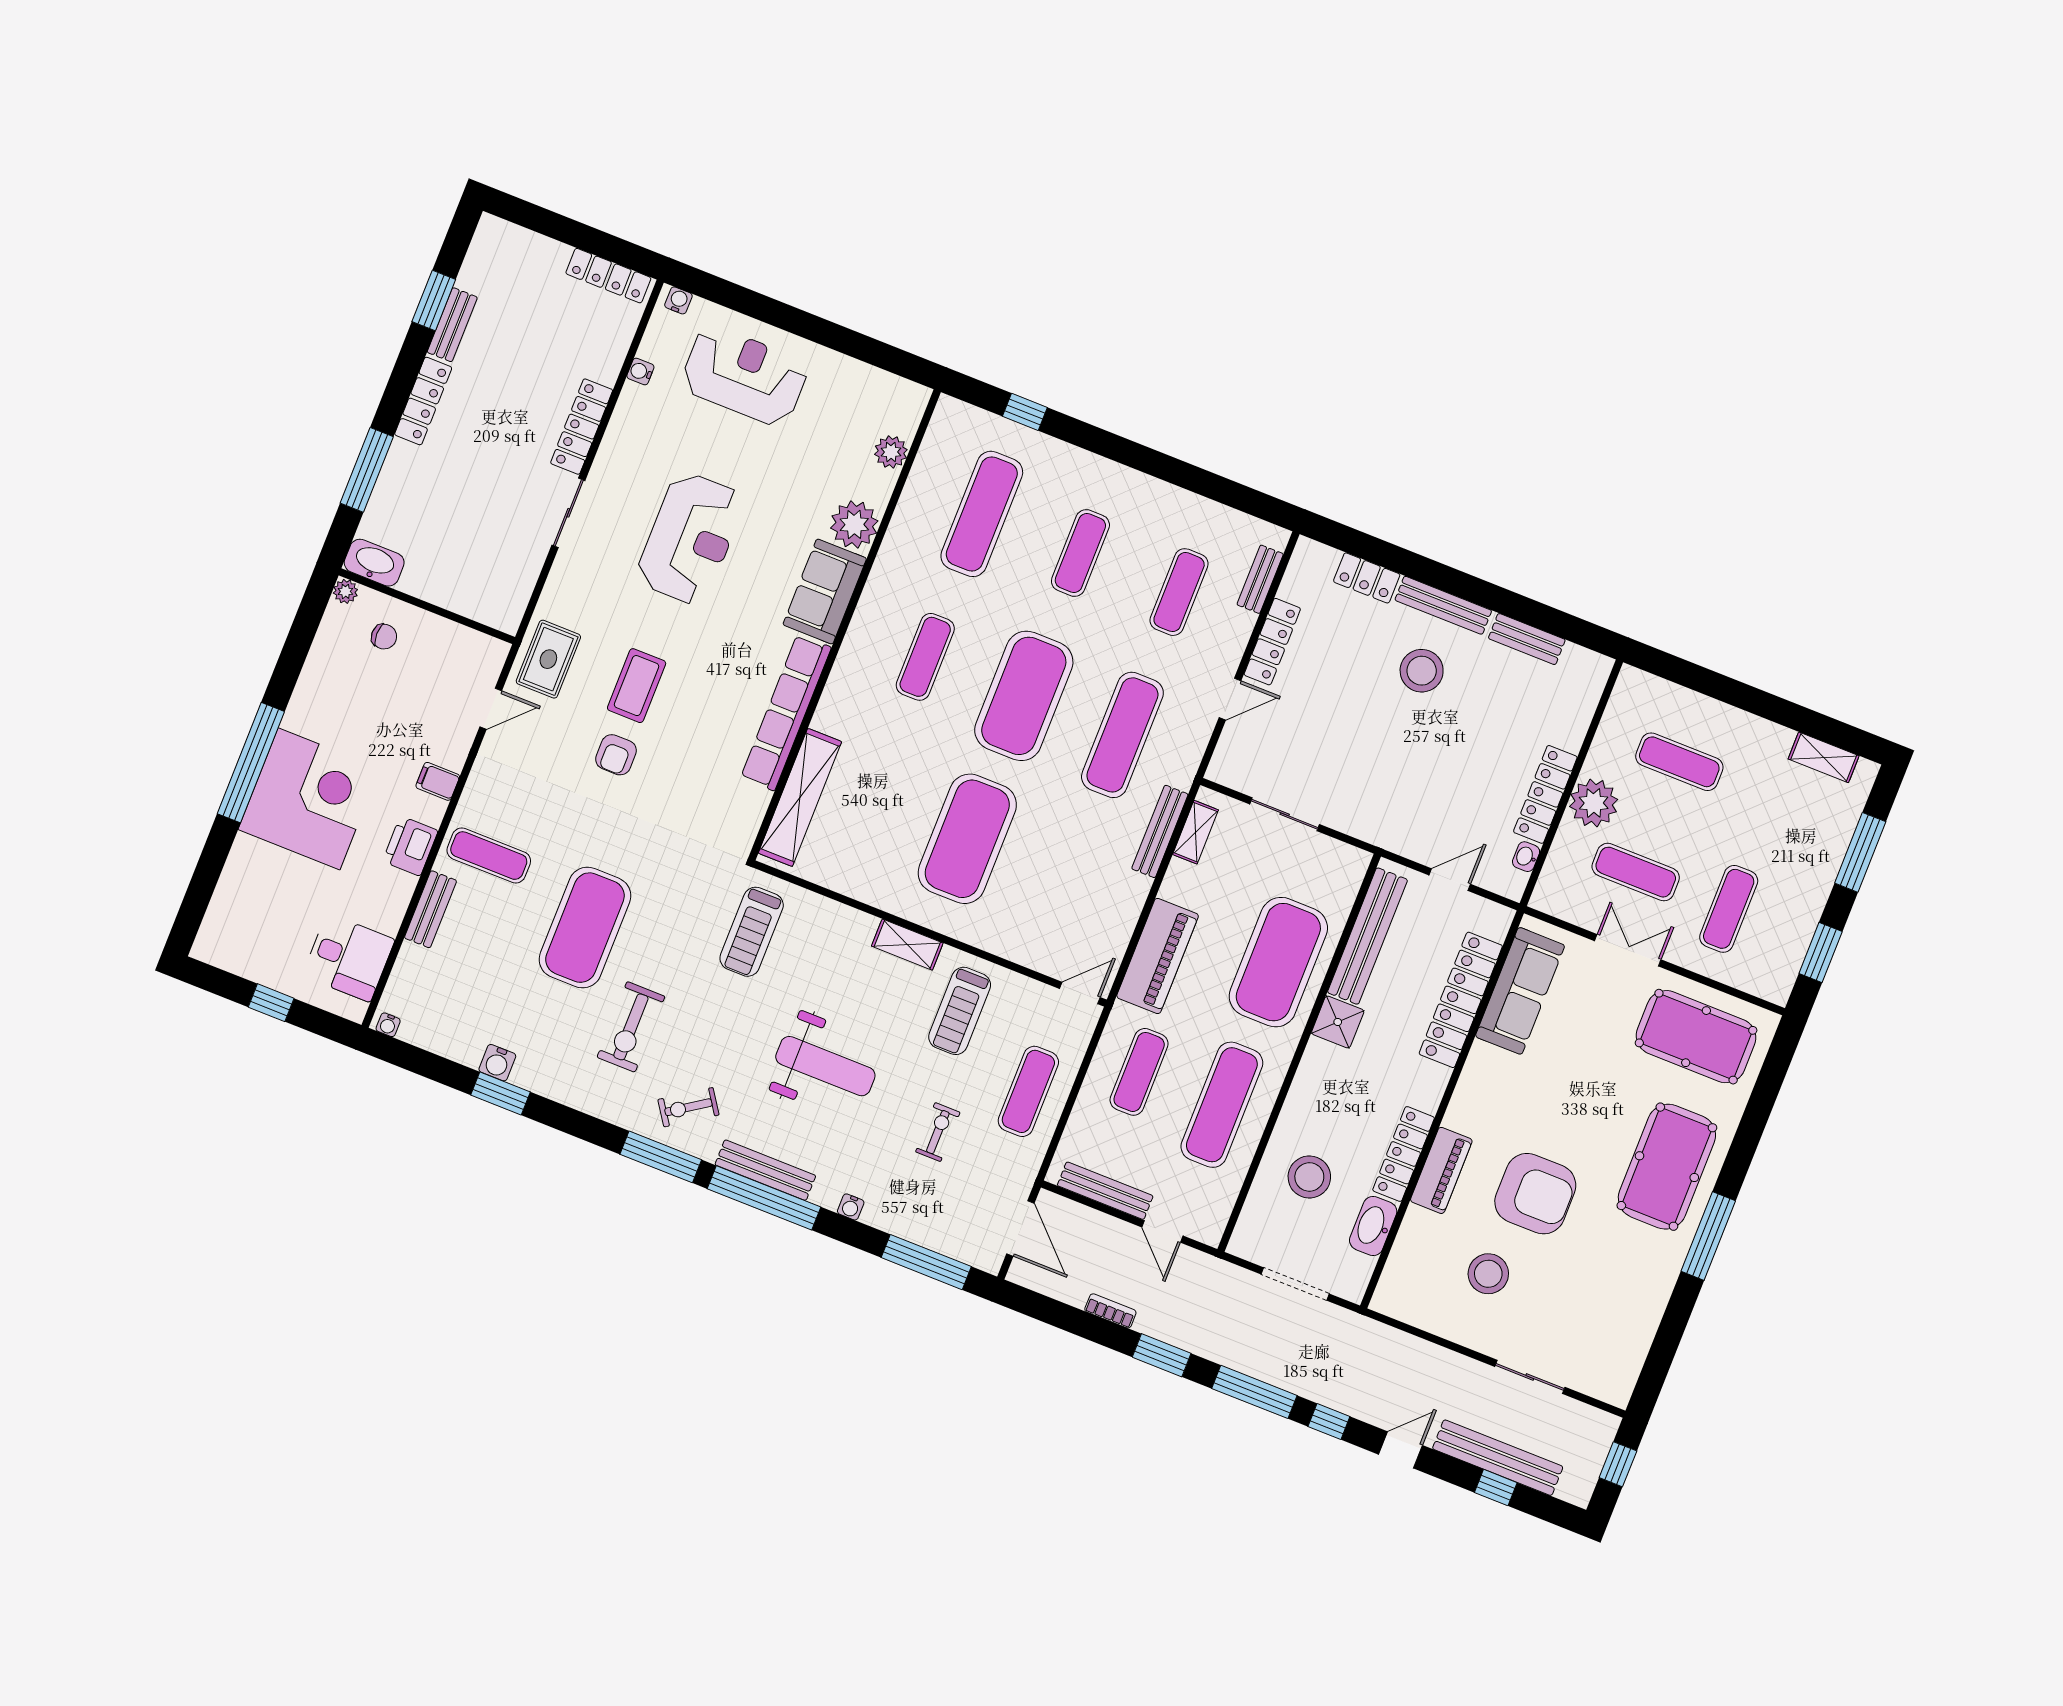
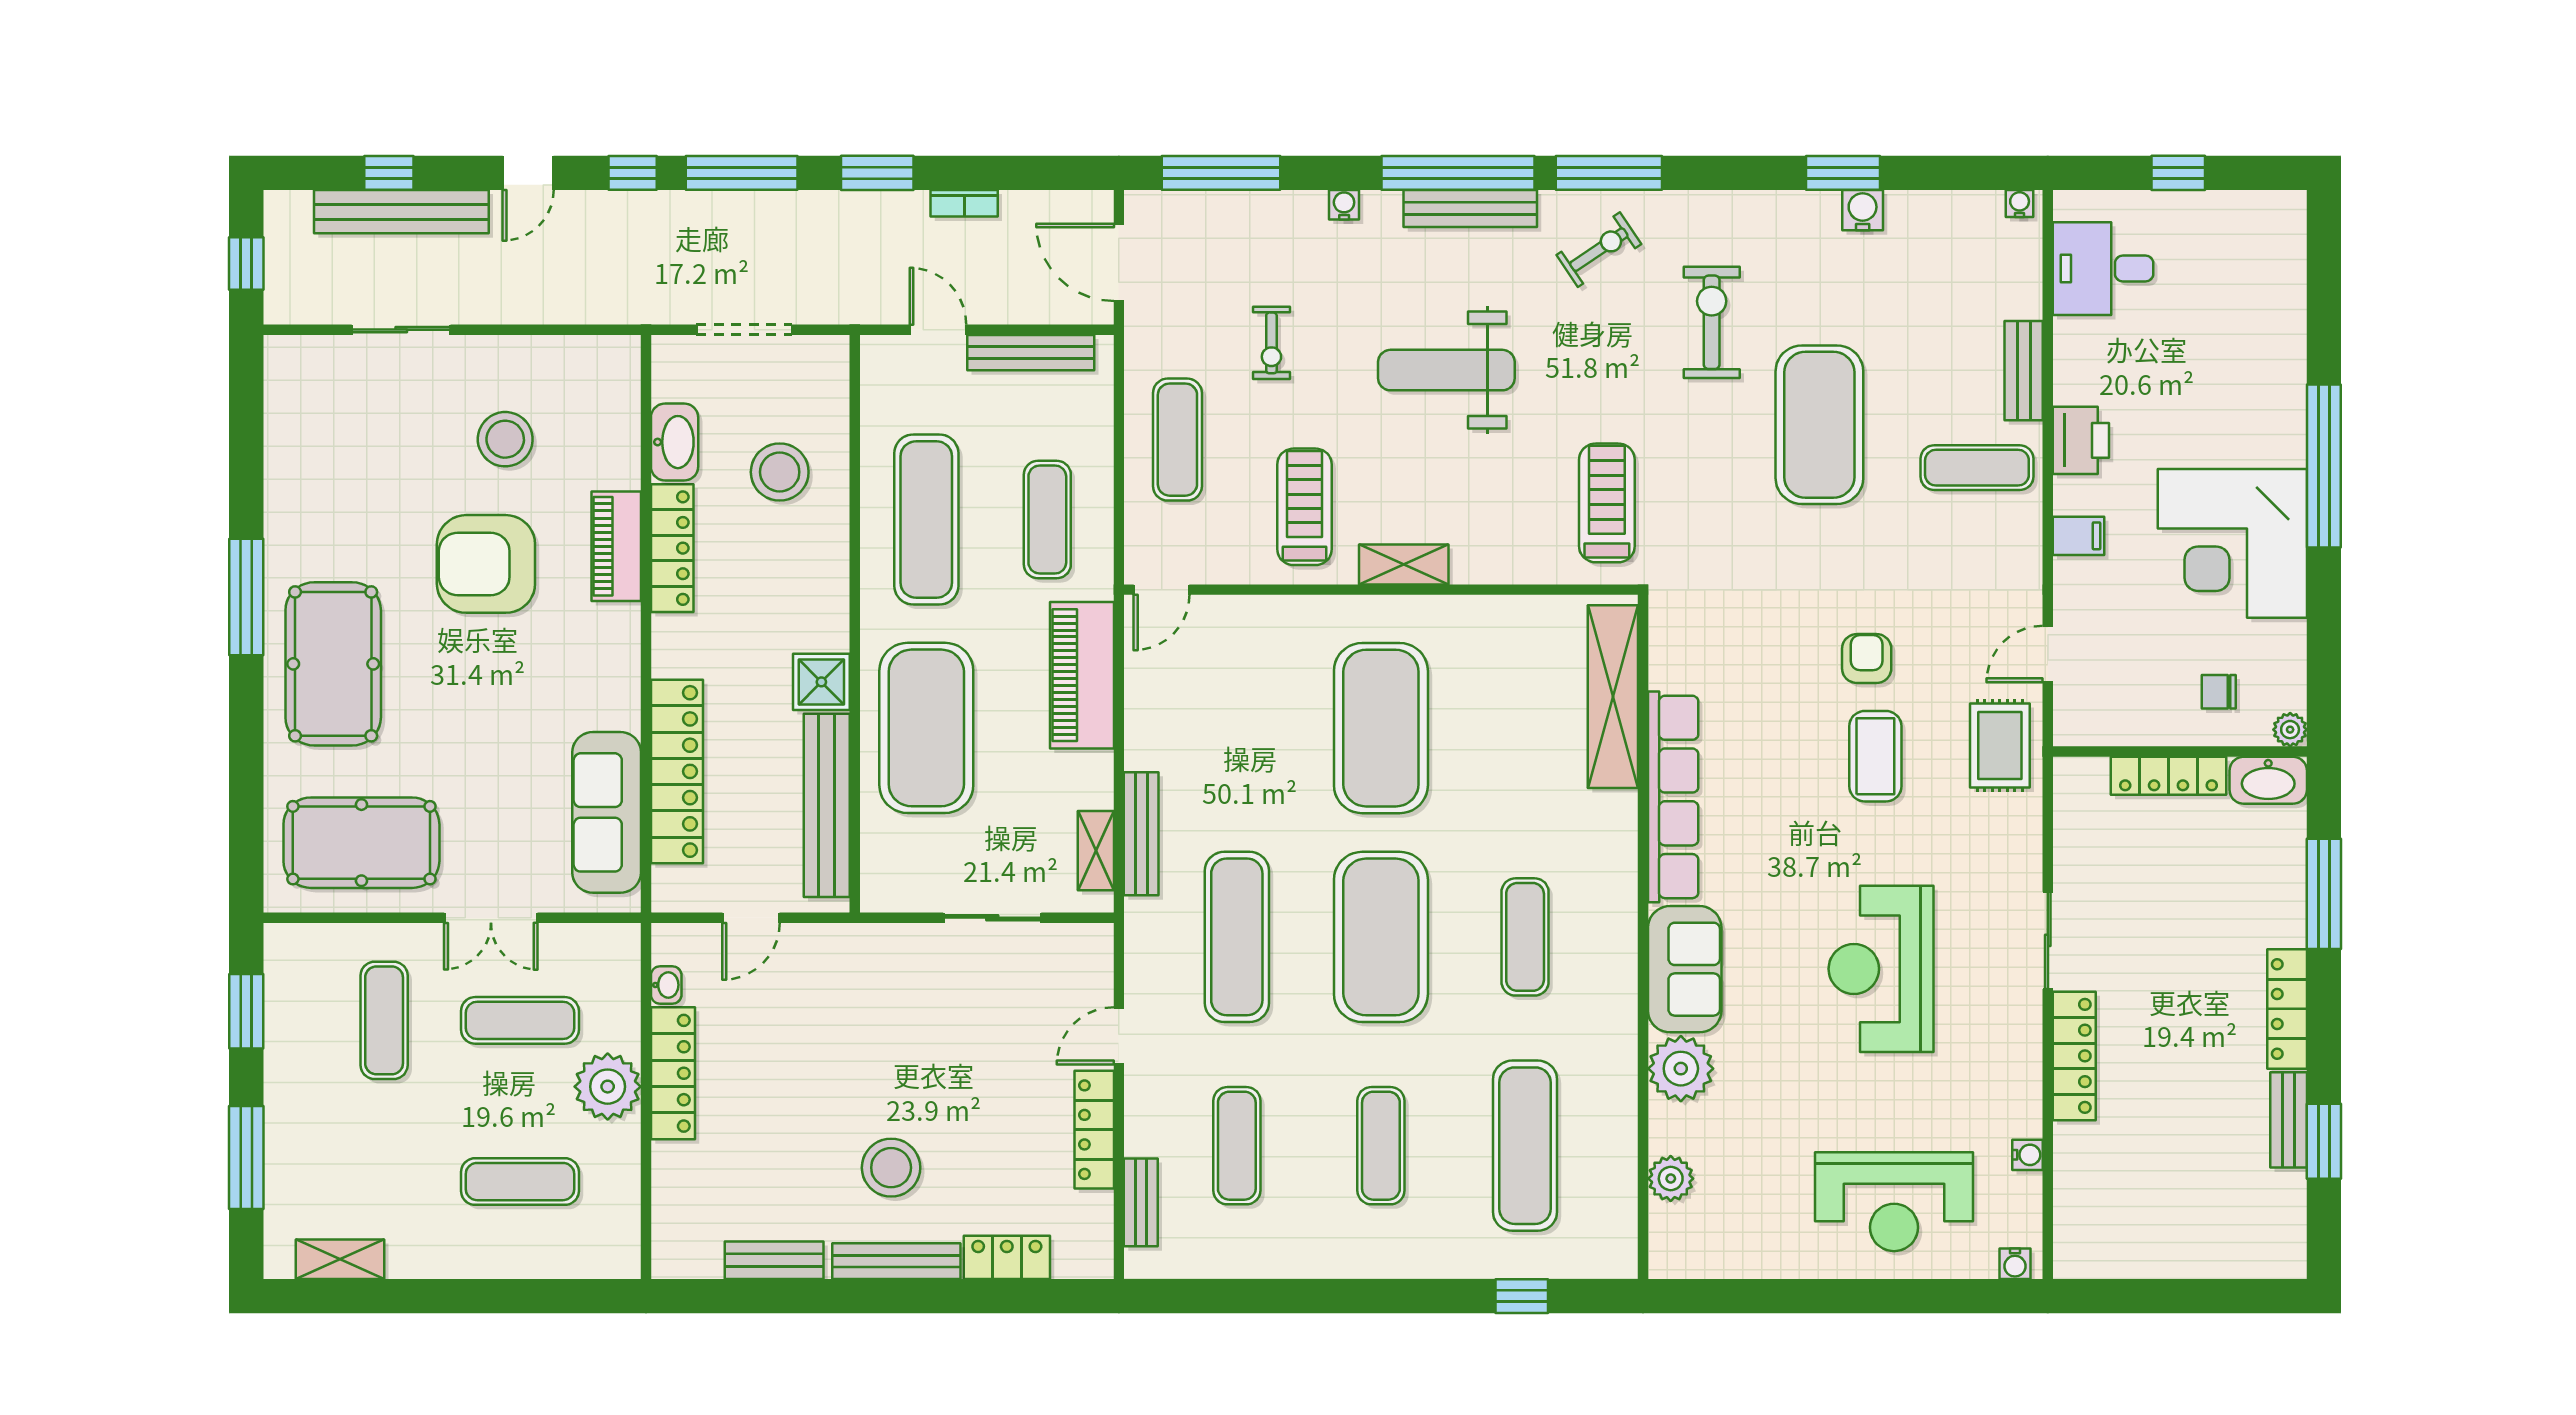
locker: (608, 276) -> (2168, 776), moved, turned 180
corner desk: (309, 799) -> (2232, 543), moved

